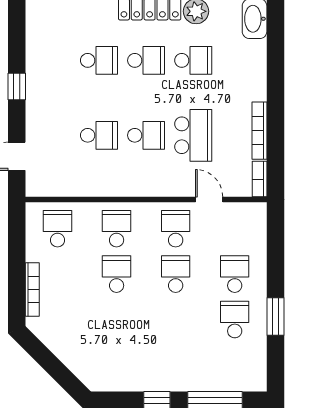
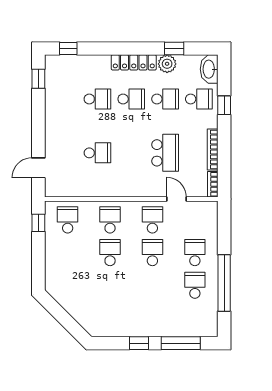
window: (275, 69) -> (224, 105), added
window: (17, 86) -> (38, 79), moved
school desk: (146, 135) -> (199, 99), moved
window: (17, 233) -> (38, 223), added
bookcase: (32, 290) -> (49, 264), removed
window: (275, 316) -> (224, 283), width x2.11

